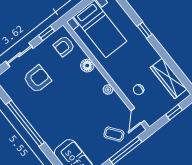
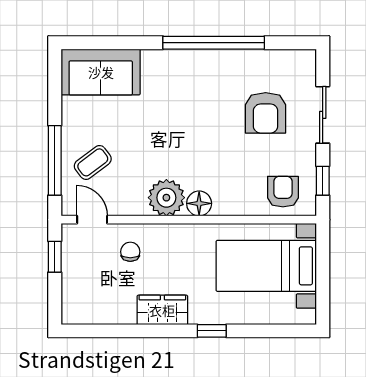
floor lamp: (87, 66) -> (199, 203), moved
wardrobe: (169, 78) -> (162, 310), moved, width x0.67
plant: (108, 90) -> (166, 198), width x1.88, depth x1.88
window: (174, 112) -> (55, 257), moved

